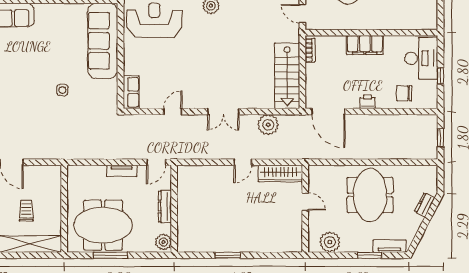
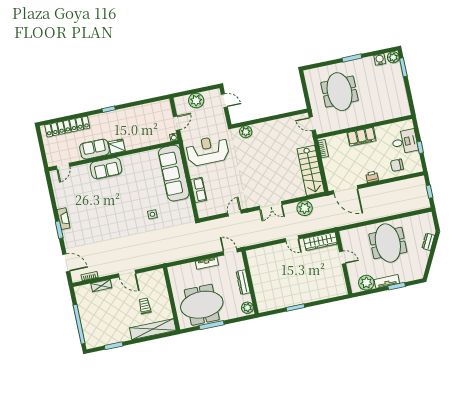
desk: (421, 58) -> (405, 142), width x0.73
row of seats: (131, 92) -> (199, 190), moved
door: (156, 162) -> (230, 252), swing flipped
door: (243, 162) -> (292, 239), hinge flipped
tv unit: (389, 246) -> (387, 281), moved

